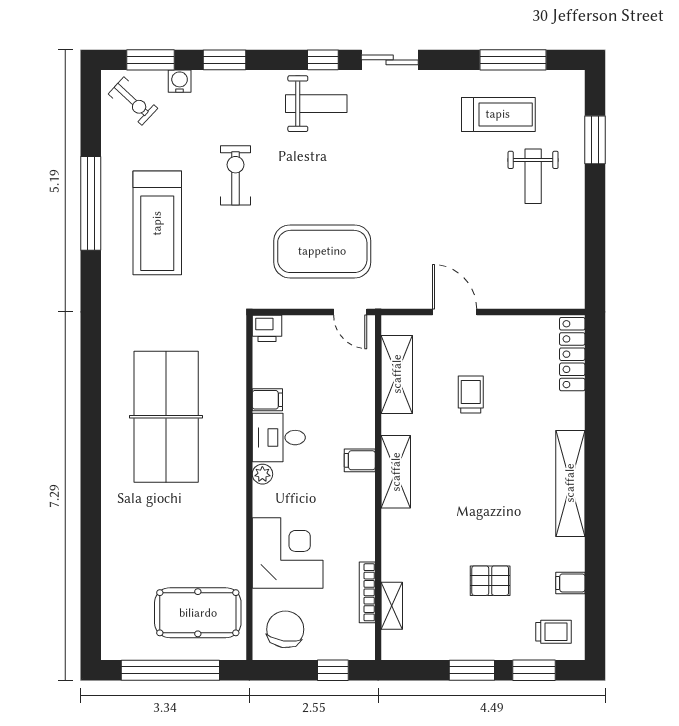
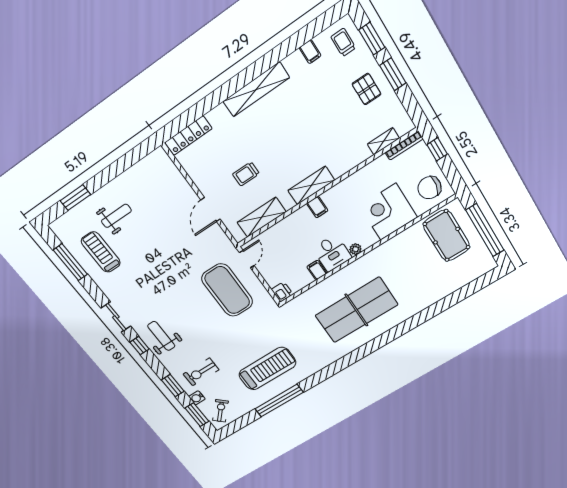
exercise bike: (235, 175) -> (201, 372), moved
pallet: (490, 581) -> (367, 89), moved
bookcase: (367, 592) -> (404, 146), moved

